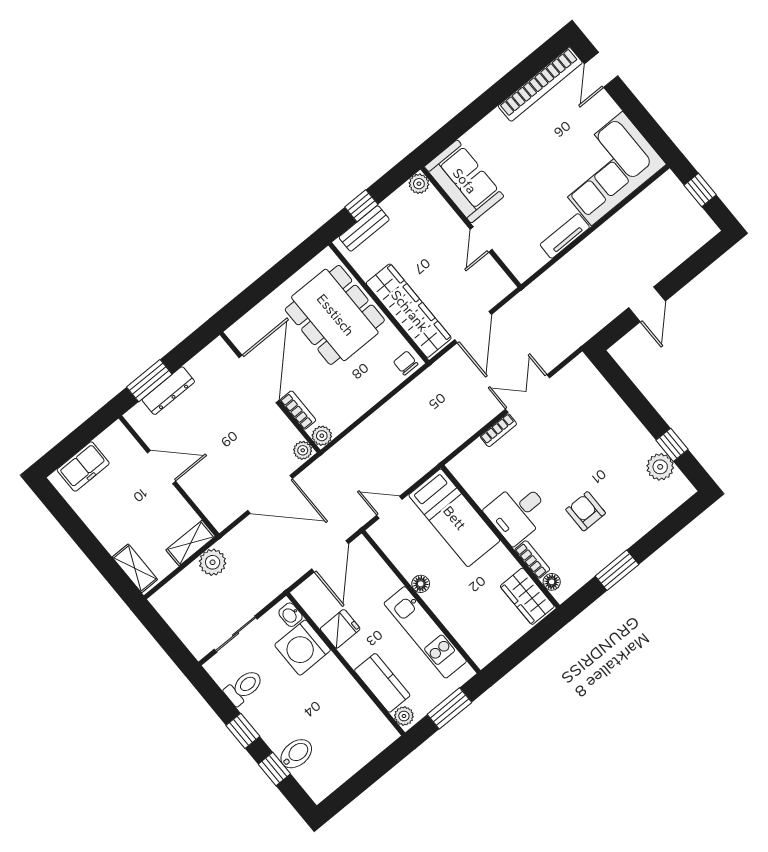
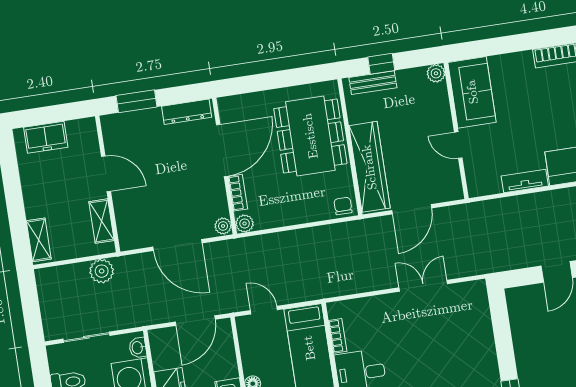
door: (481, 239) -> (458, 145), hinge flipped
dresser: (168, 391) -> (187, 112), moved
bookcase: (498, 430) -> (338, 336), moved, turned -90
shelving: (191, 543) -> (101, 221), moved, turned 90

